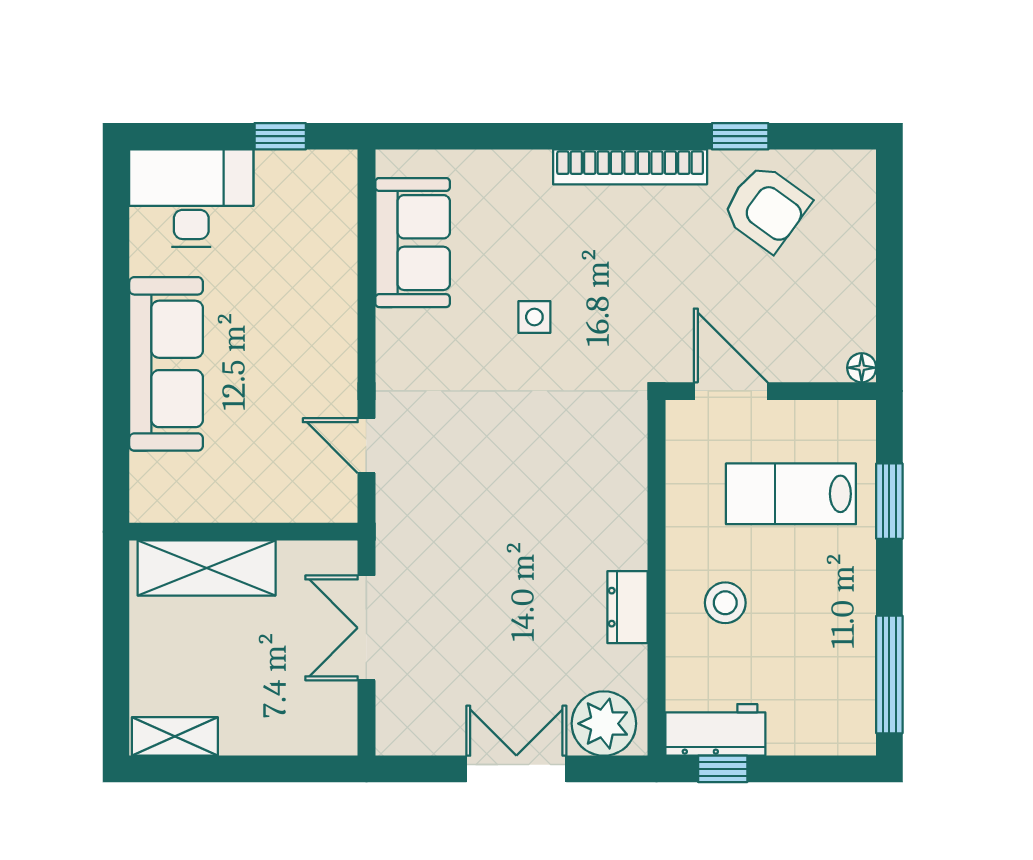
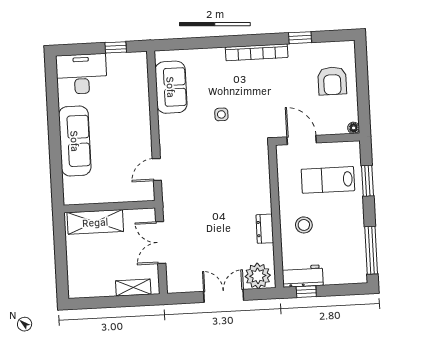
armchair: (766, 208) -> (332, 81), moved, turned 54
door: (366, 446) -> (157, 170), hinge flipped
shelving: (175, 736) -> (133, 288), moved

